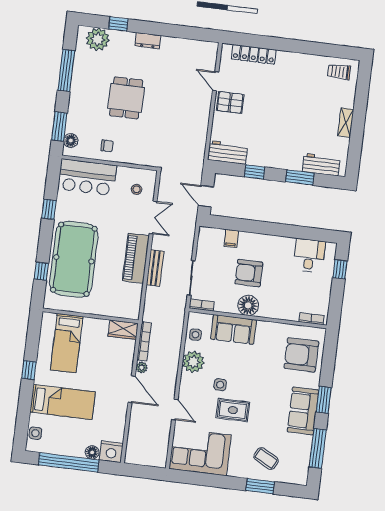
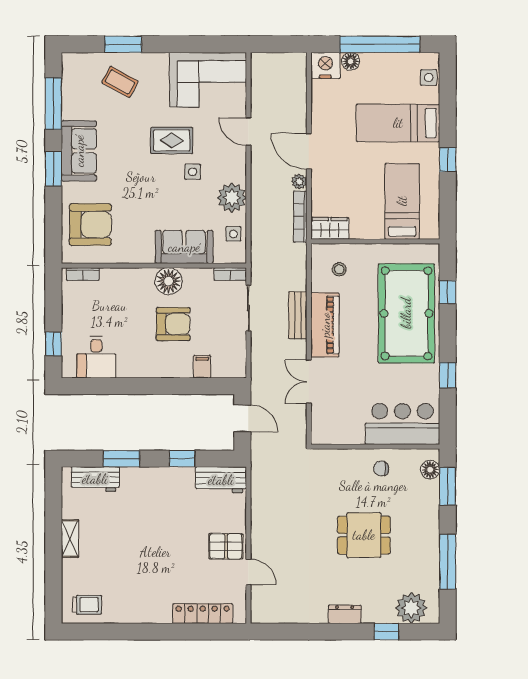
dining table: (126, 98) -> (364, 535), turned 90
stool: (136, 189) -> (339, 269), moved

